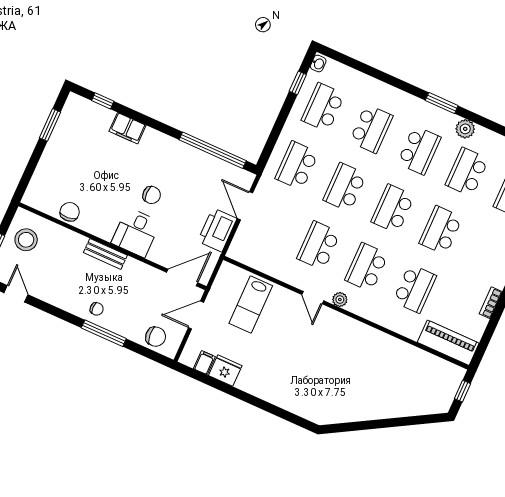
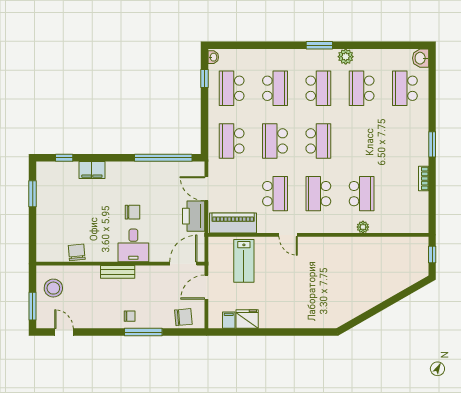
school desk: (393, 209) -> (318, 141), turned 180
school desk: (441, 230) -> (362, 141), removed
school desk: (319, 246) -> (275, 194), turned 180
plant: (340, 300) -> (363, 227), moved
piano: (448, 343) -> (233, 223), moved

